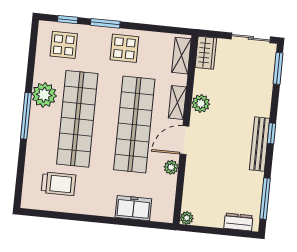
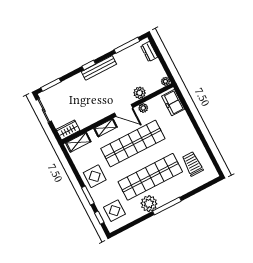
plant: (201, 103) -> (140, 93), moved
freezer: (133, 208) -> (173, 103), moved

